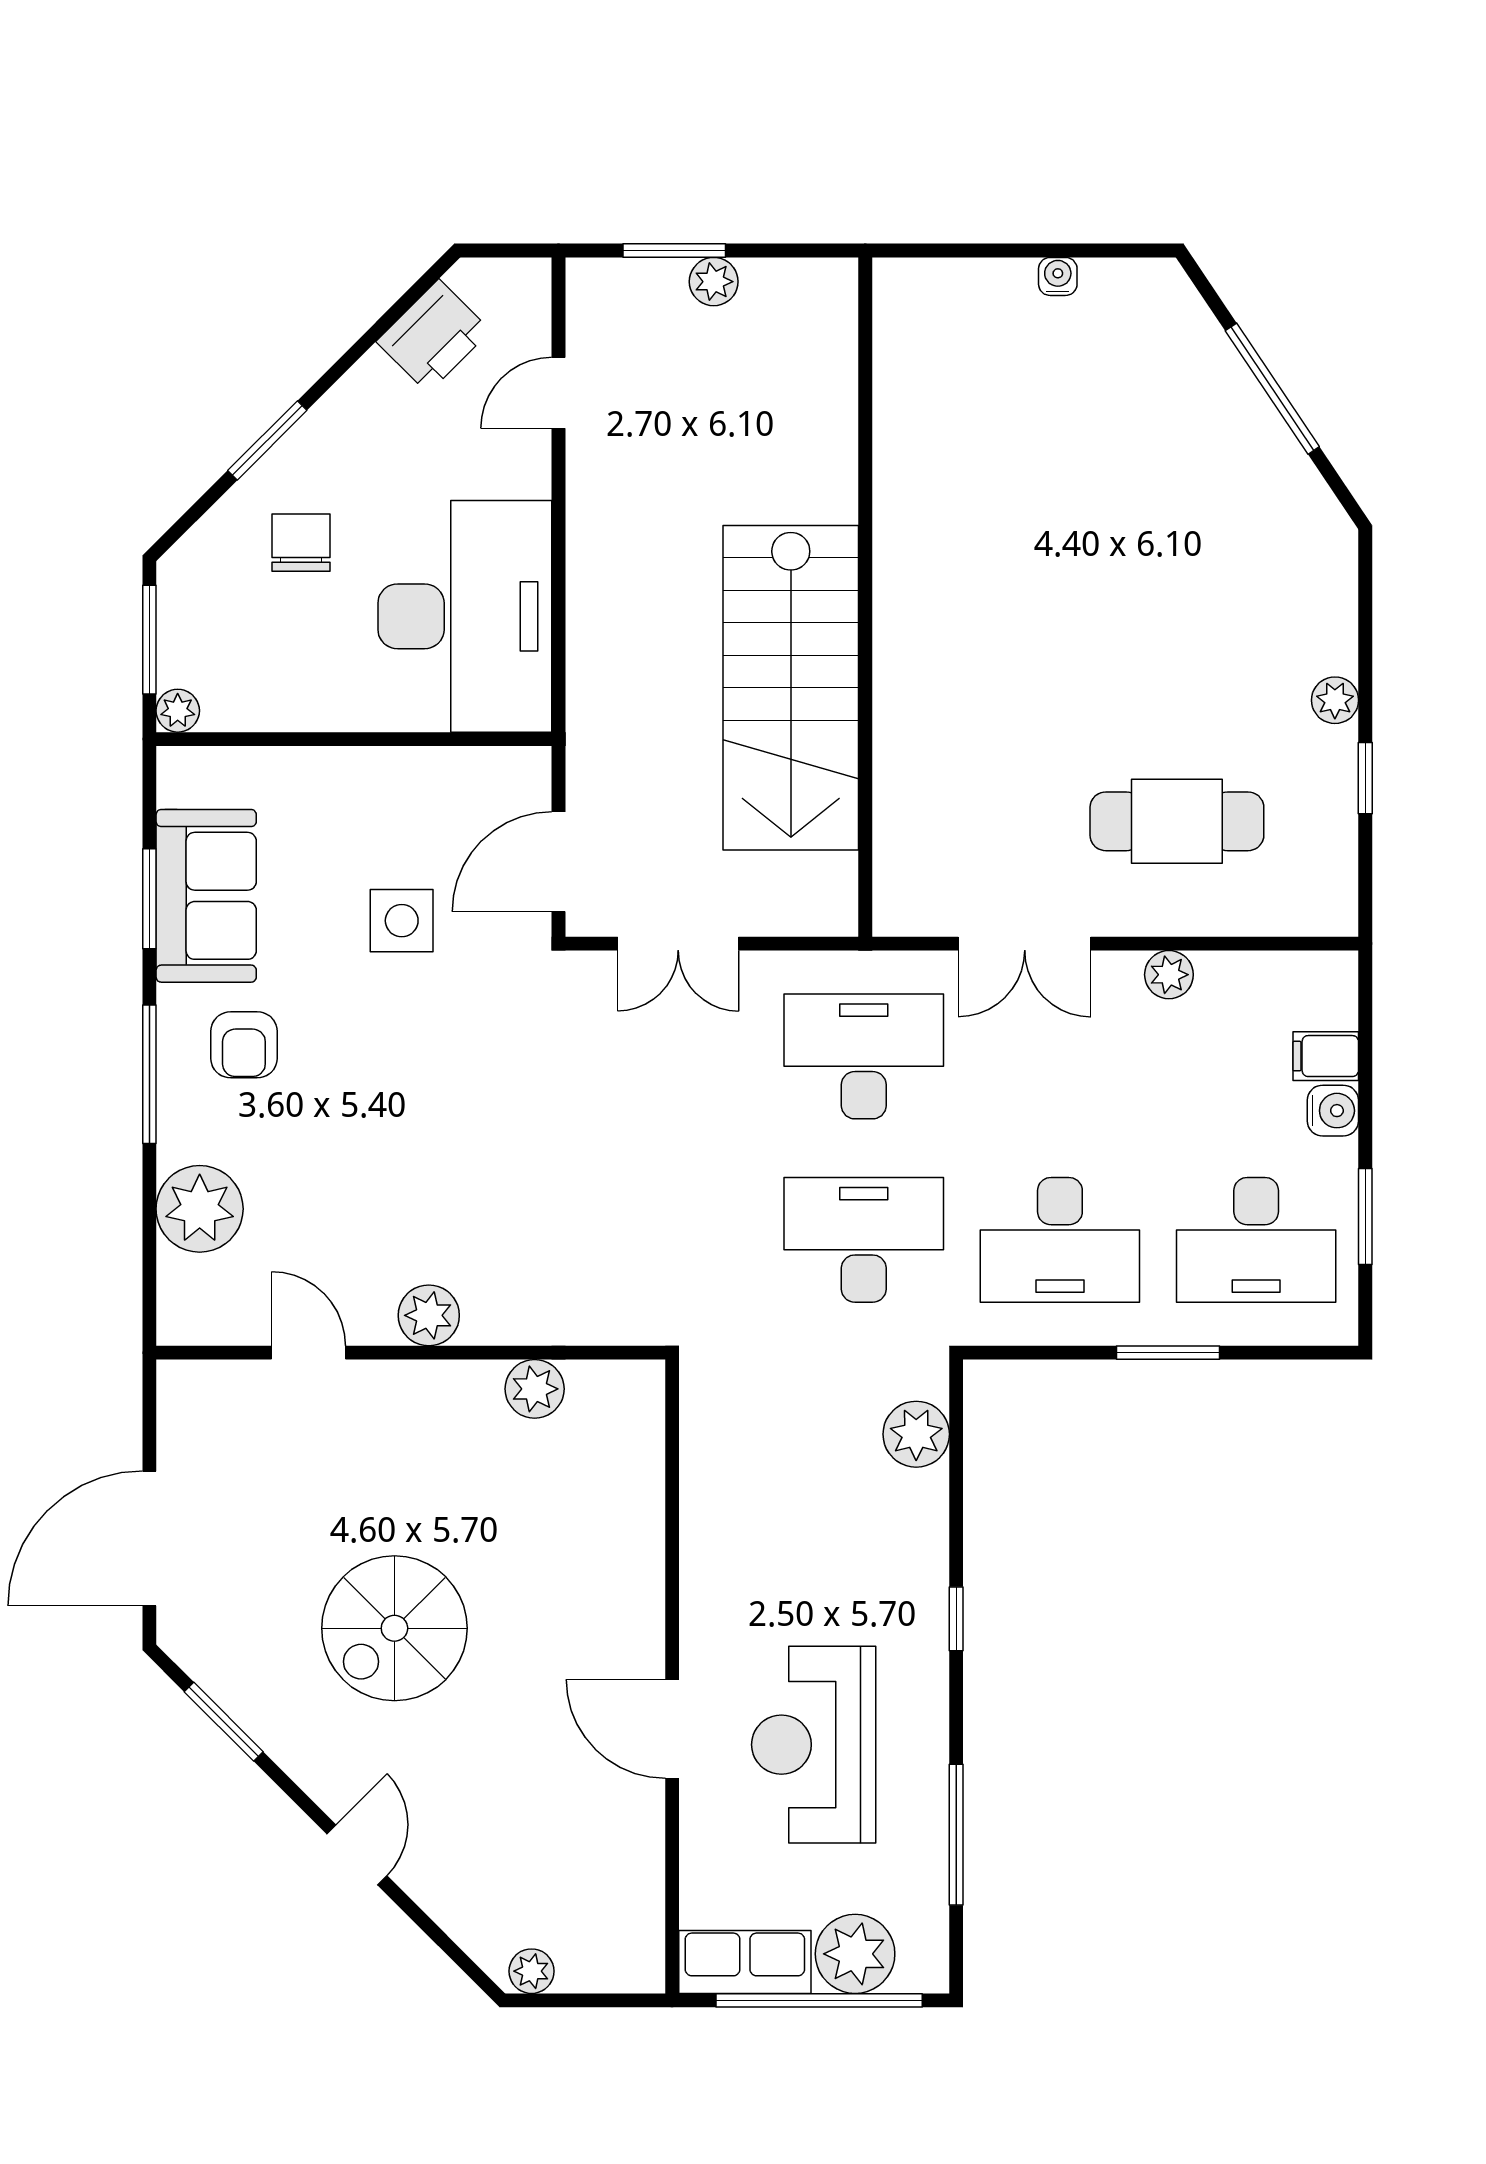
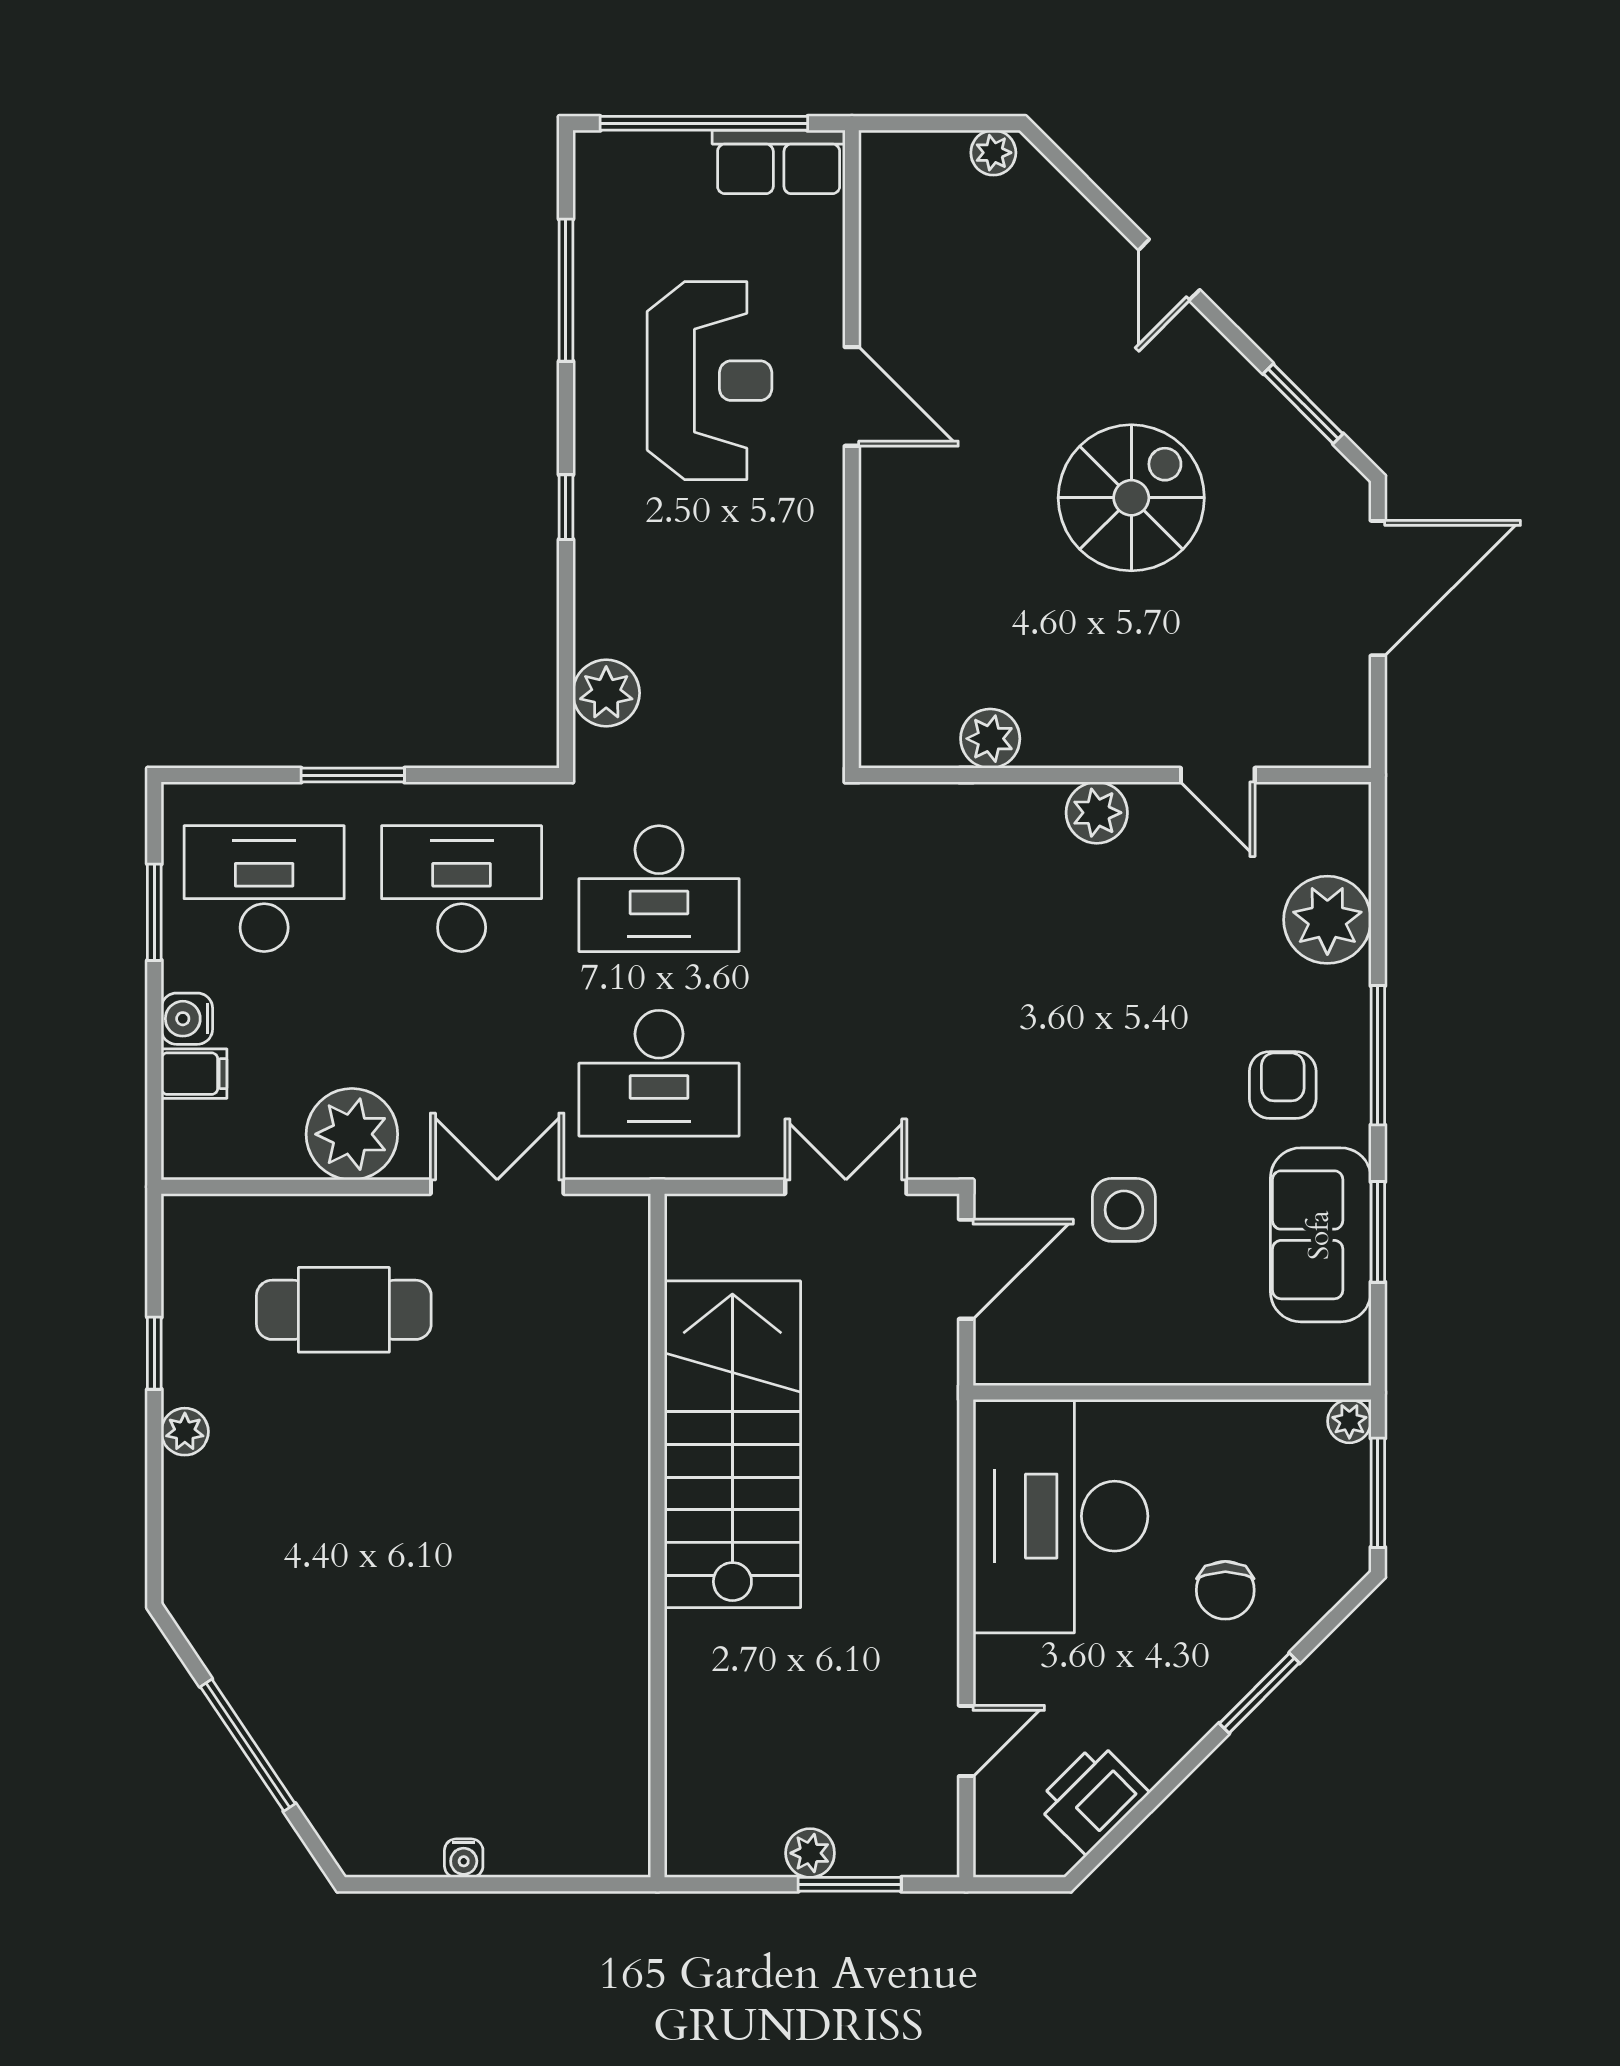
plant: (1169, 975) -> (352, 1134), width x1.87, depth x1.87
plant: (855, 1954) -> (668, 170), removed

